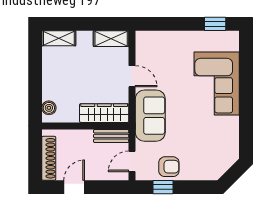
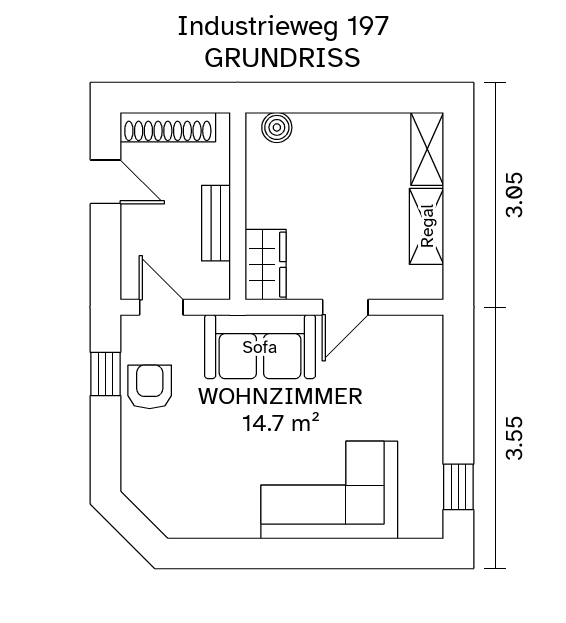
shelving: (111, 39) -> (427, 226), moved
wardrobe: (104, 113) -> (266, 265), width x0.67
bench: (111, 136) -> (216, 223), moved
armchair: (169, 167) -> (150, 387), turned 180

